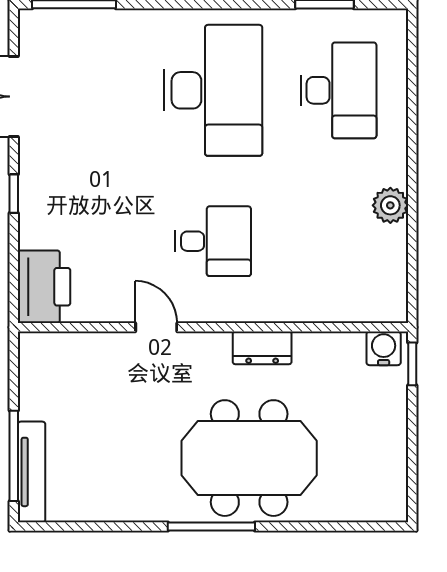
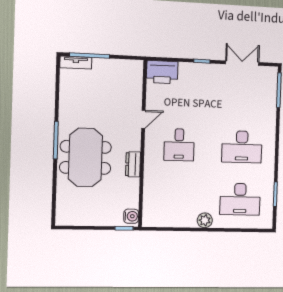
desk: (213, 90) -> (242, 147), width x0.73, depth x0.77
plant: (390, 205) -> (205, 220), moved
tv unit: (32, 472) -> (76, 63), width x0.71

